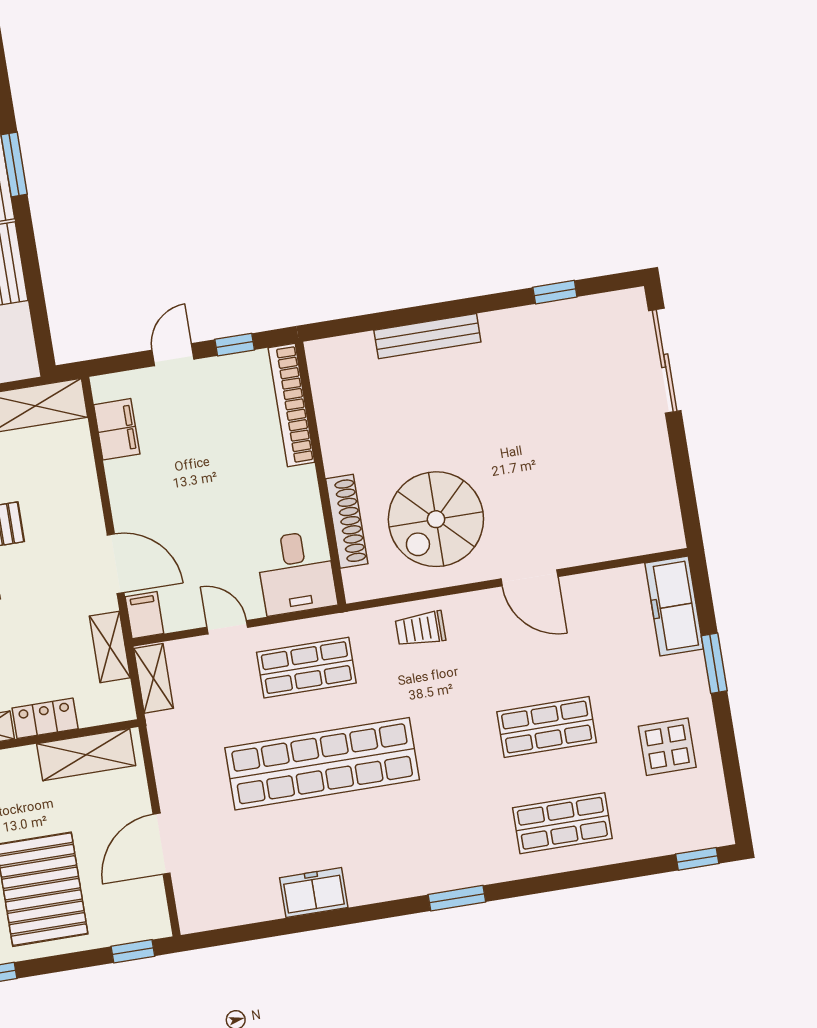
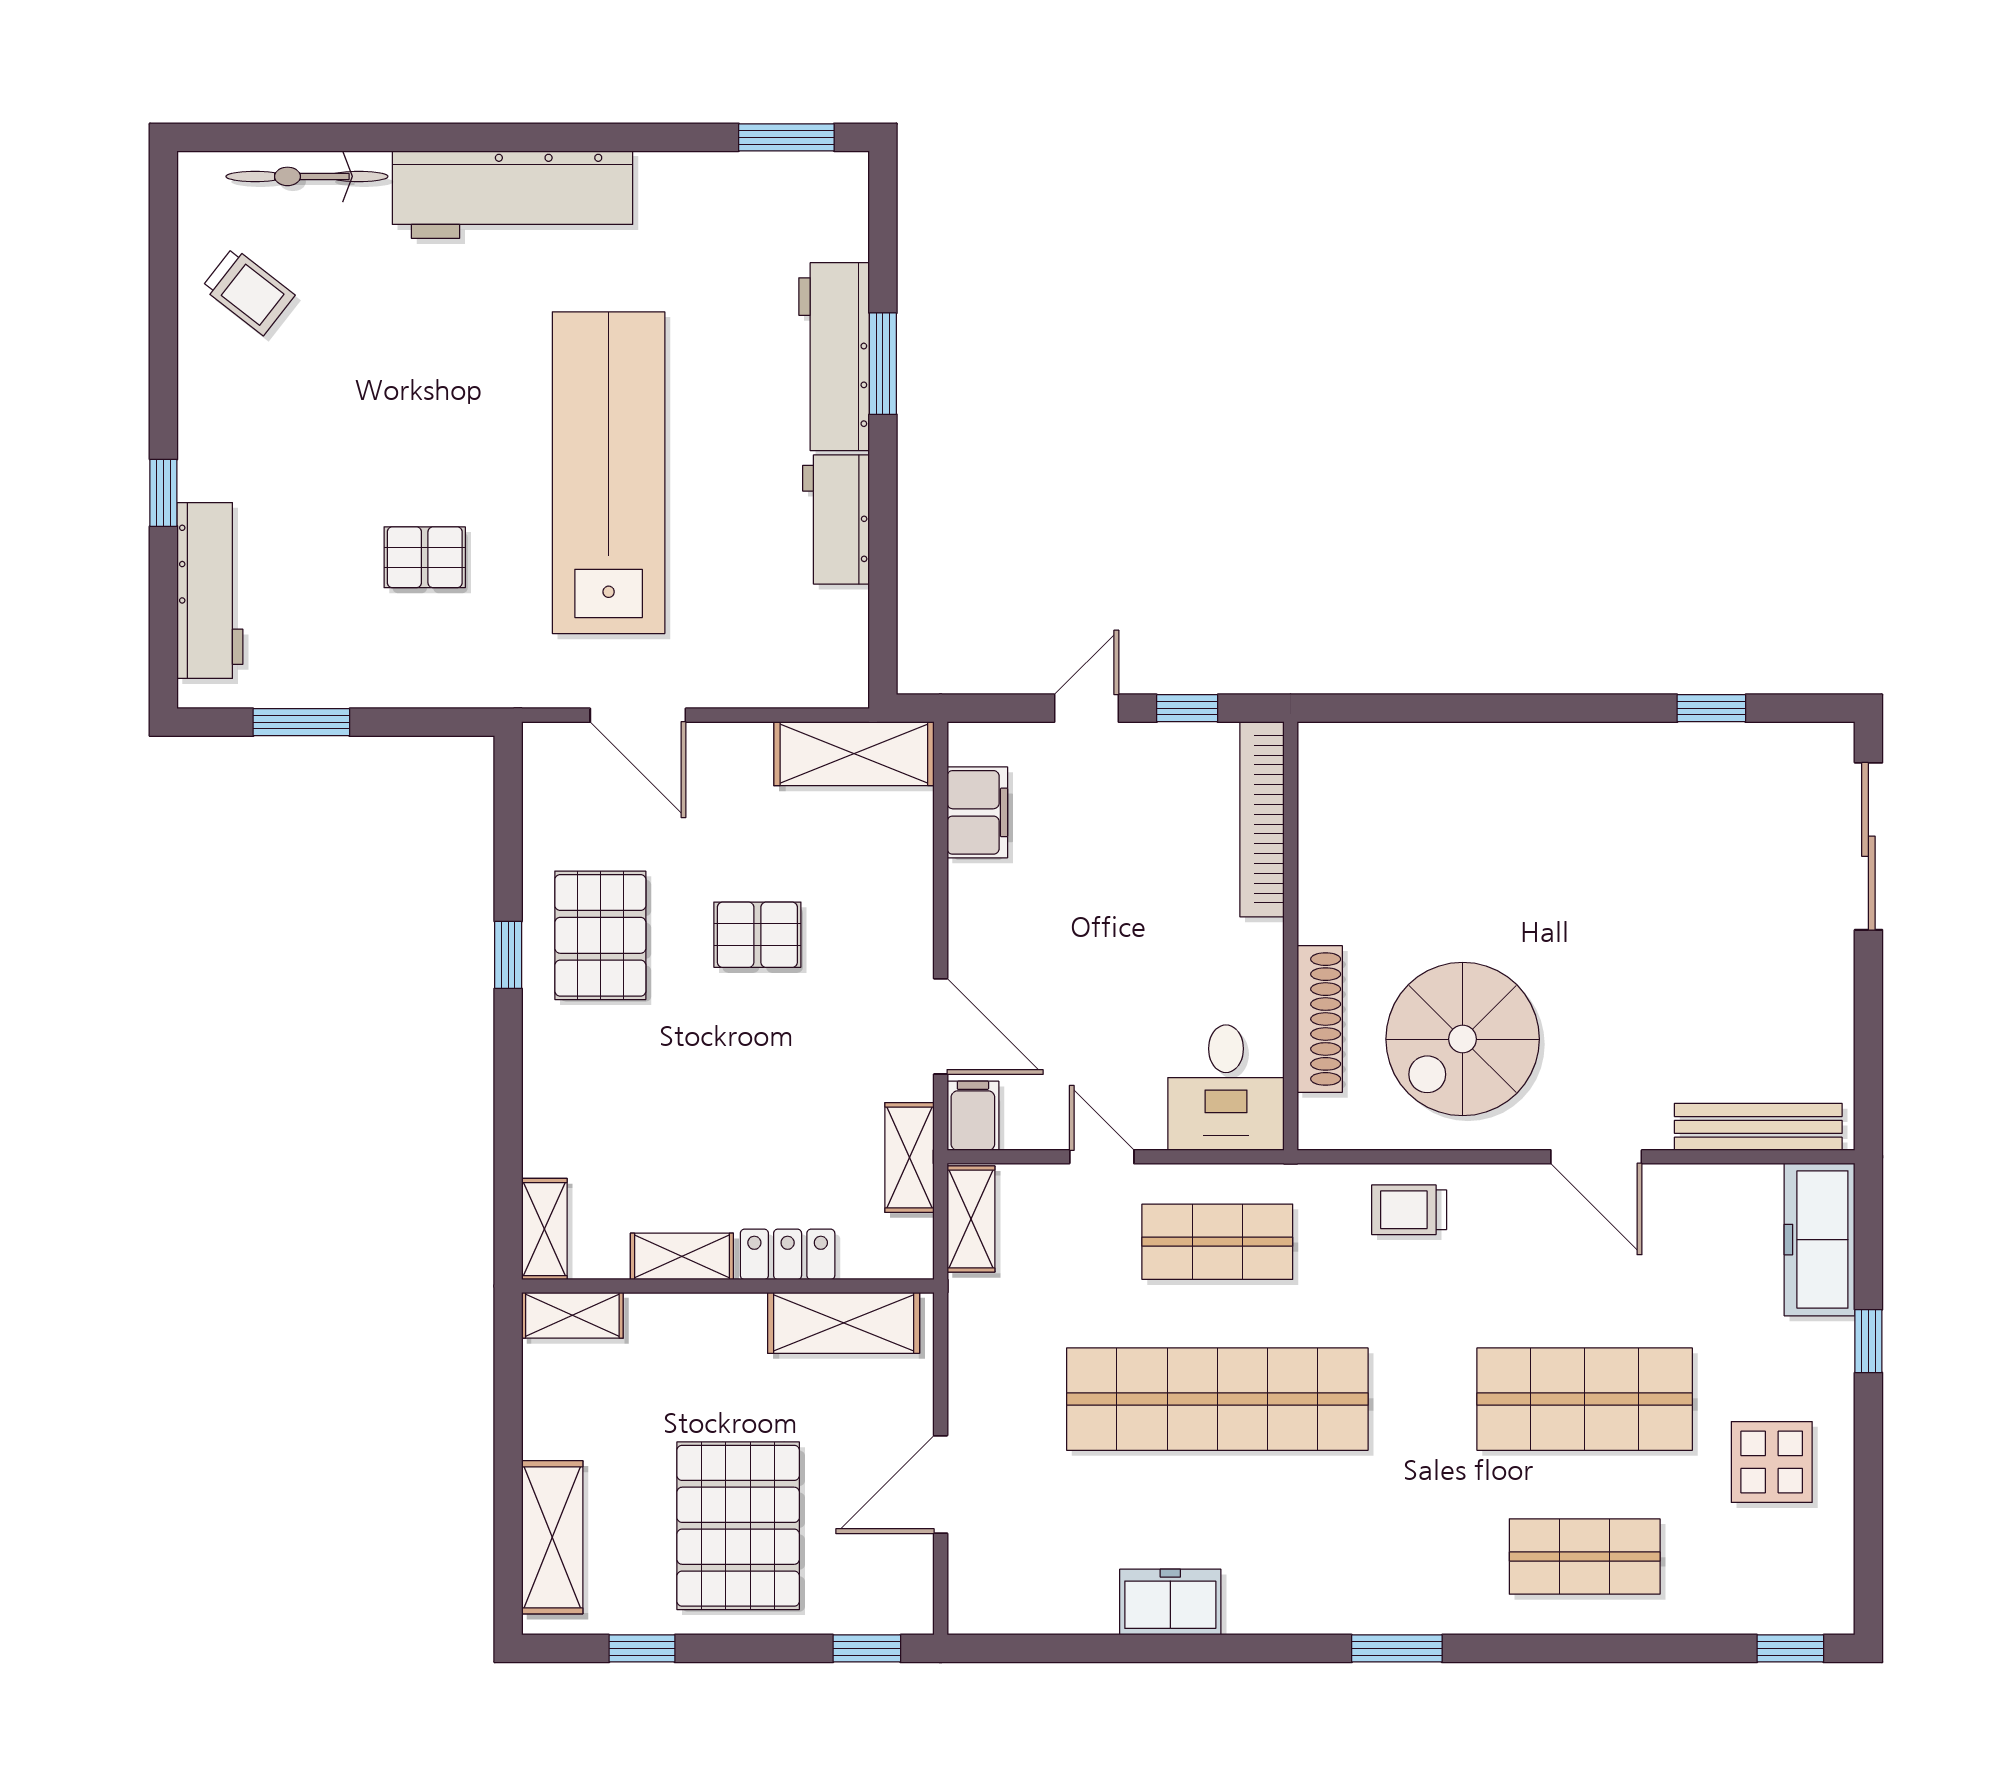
bench: (427, 336) -> (1758, 1127), moved
window: (714, 663) -> (1868, 1341), width x0.67
shop shelf: (547, 727) -> (1585, 1399), width x1.43, depth x1.36

